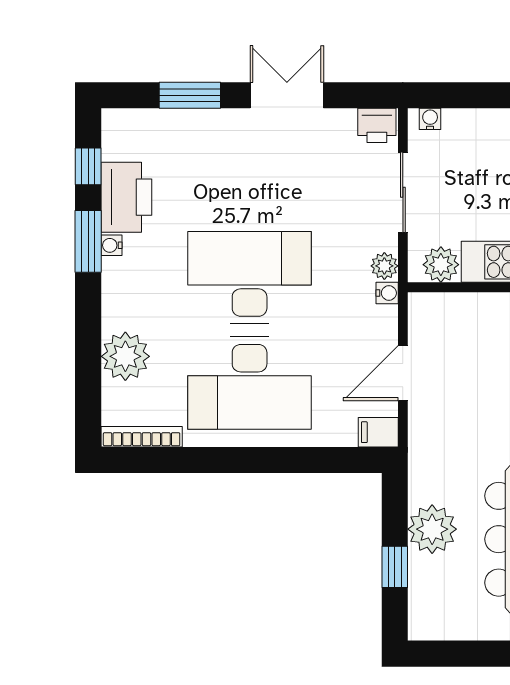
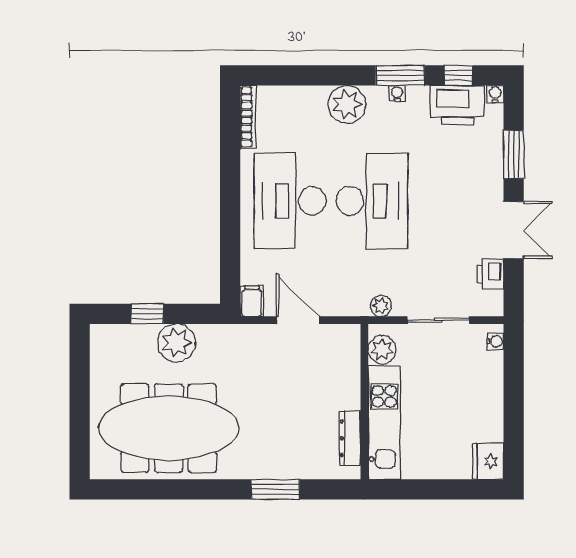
printer: (377, 125) -> (490, 274), moved
printer: (126, 197) -> (457, 105), moved
water cooler: (387, 293) -> (495, 94), moved, turned 180
plant: (125, 356) -> (347, 104), moved

